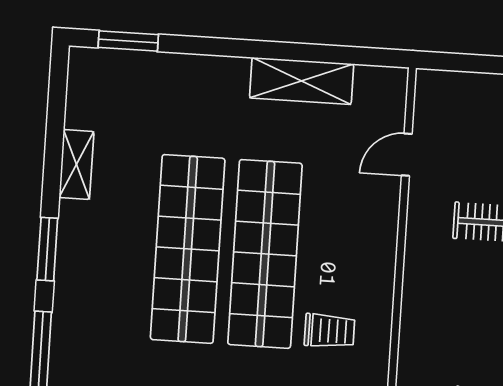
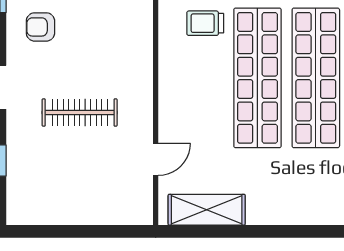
shelving: (302, 81) -> (207, 210), moved

